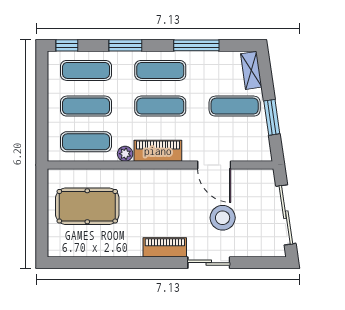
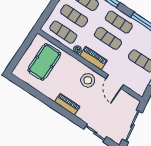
pool table: (87, 206) -> (44, 62), turned 90
stool: (223, 218) -> (88, 80), moved
sliding door: (209, 263) -> (95, 133), moved

